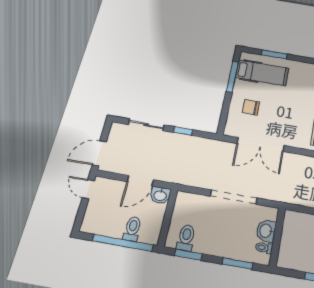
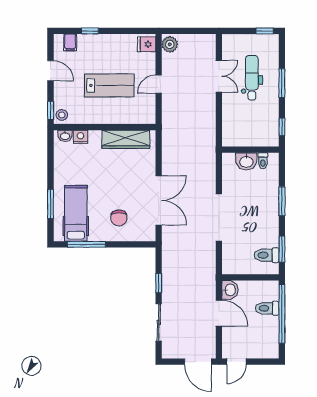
washbasin: (266, 231) -> (246, 161), moved
wall: (277, 237) -> (250, 150), moved
toilet: (264, 248) -> (263, 161), moved

